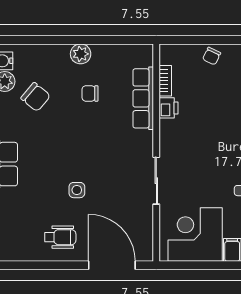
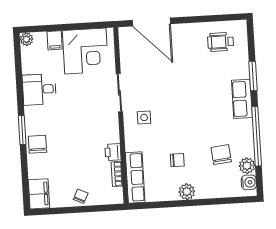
chair: (36, 97) -> (221, 155), turned 44
row of seats: (143, 98) -> (135, 177), moved
side table: (77, 190) -> (144, 117), moved
wheelchair: (60, 237) -> (221, 42), moved

